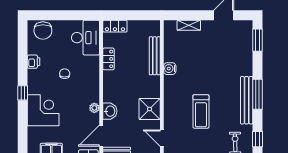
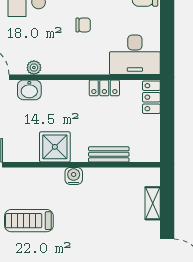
bench: (155, 56) -> (109, 154), width x0.73
water cooler: (170, 69) -> (74, 176), moved
shower: (150, 109) -> (55, 147), moved

